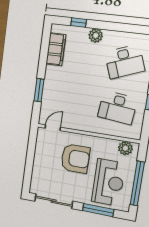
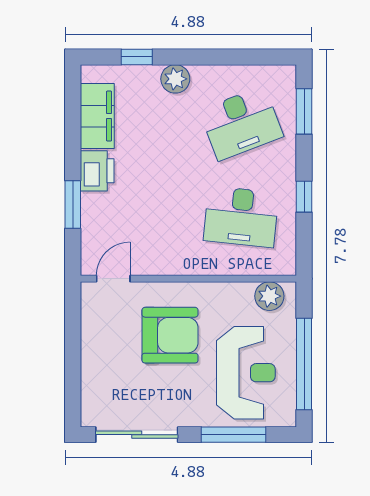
printer: (52, 76) -> (97, 171), added

